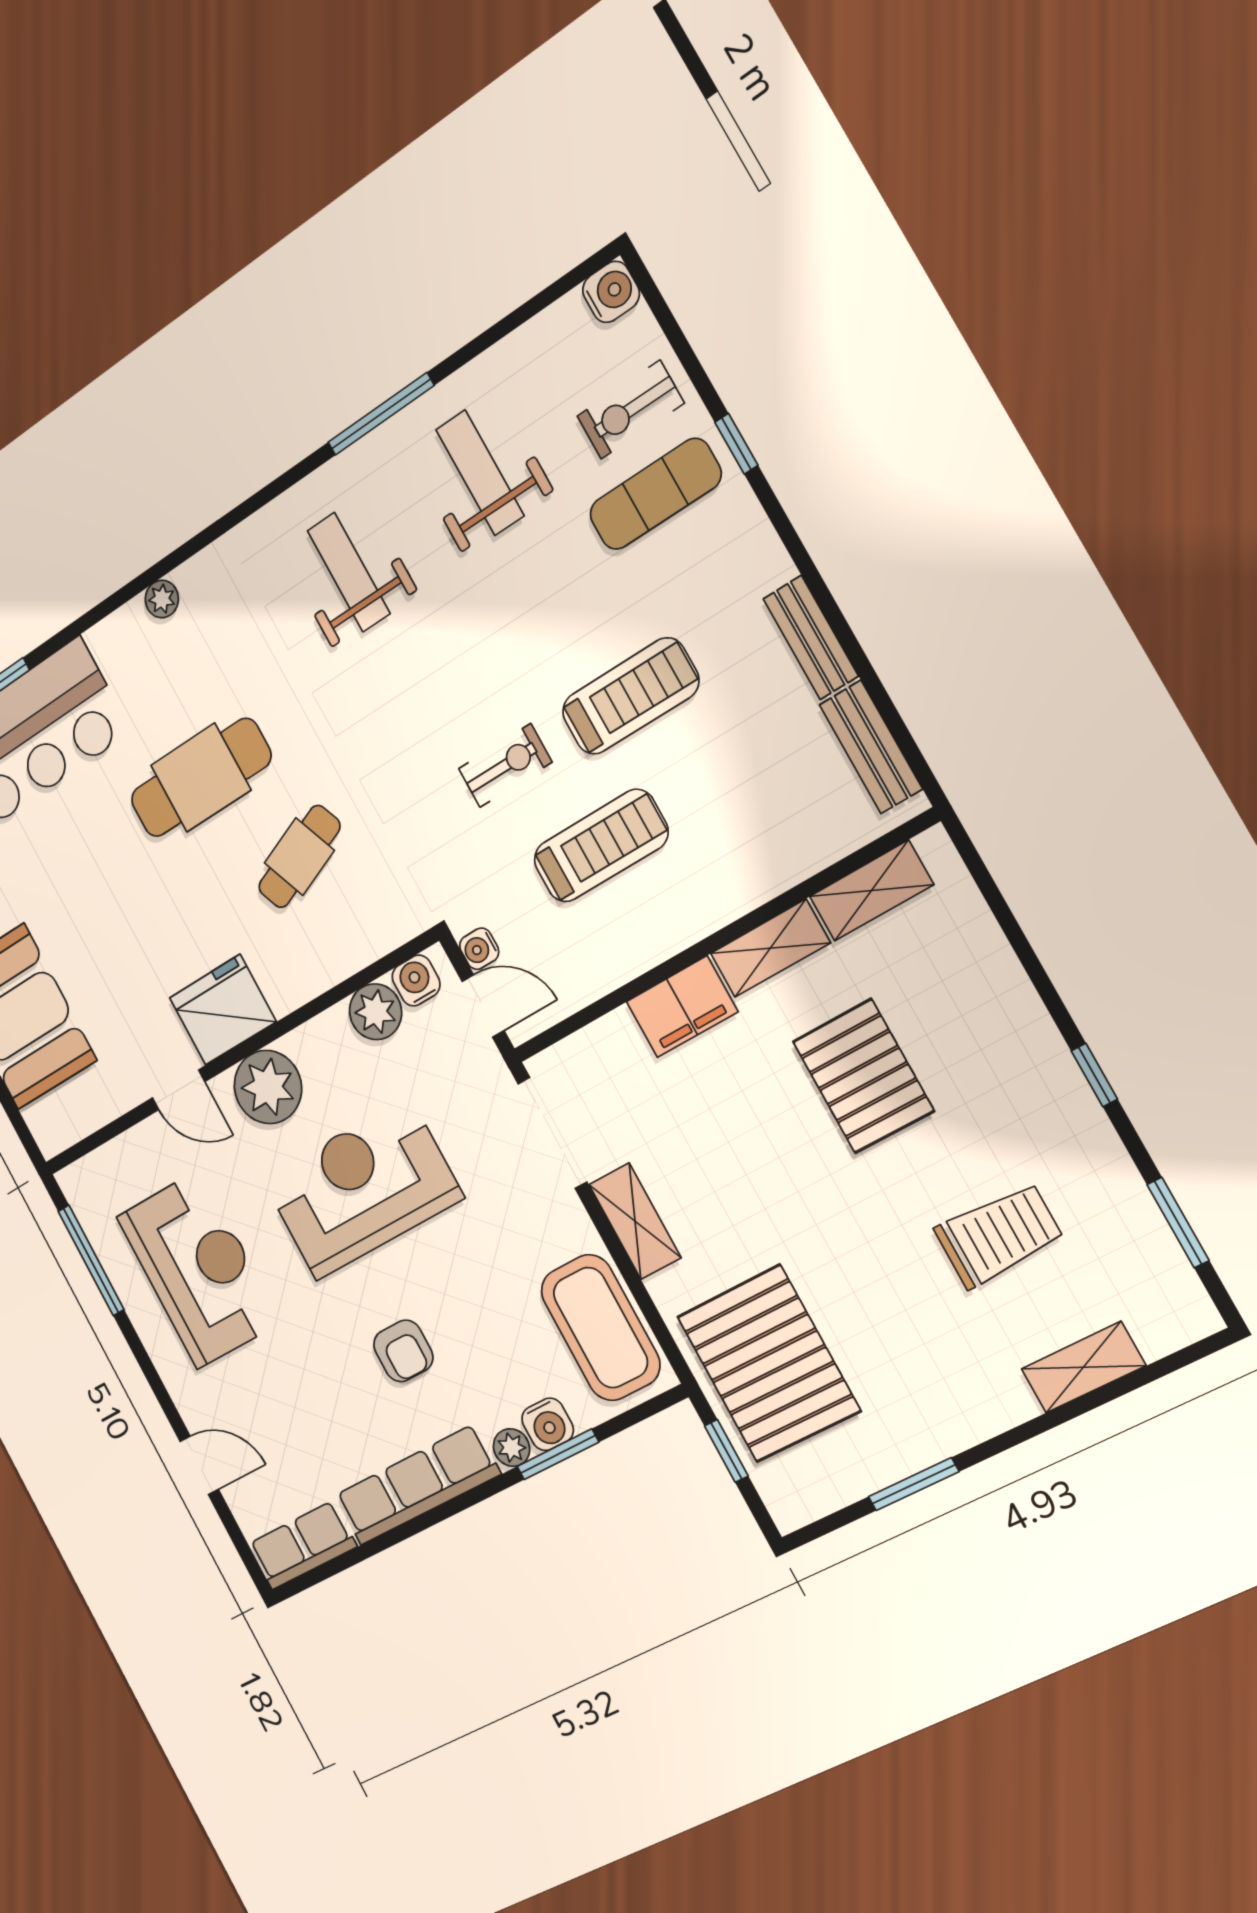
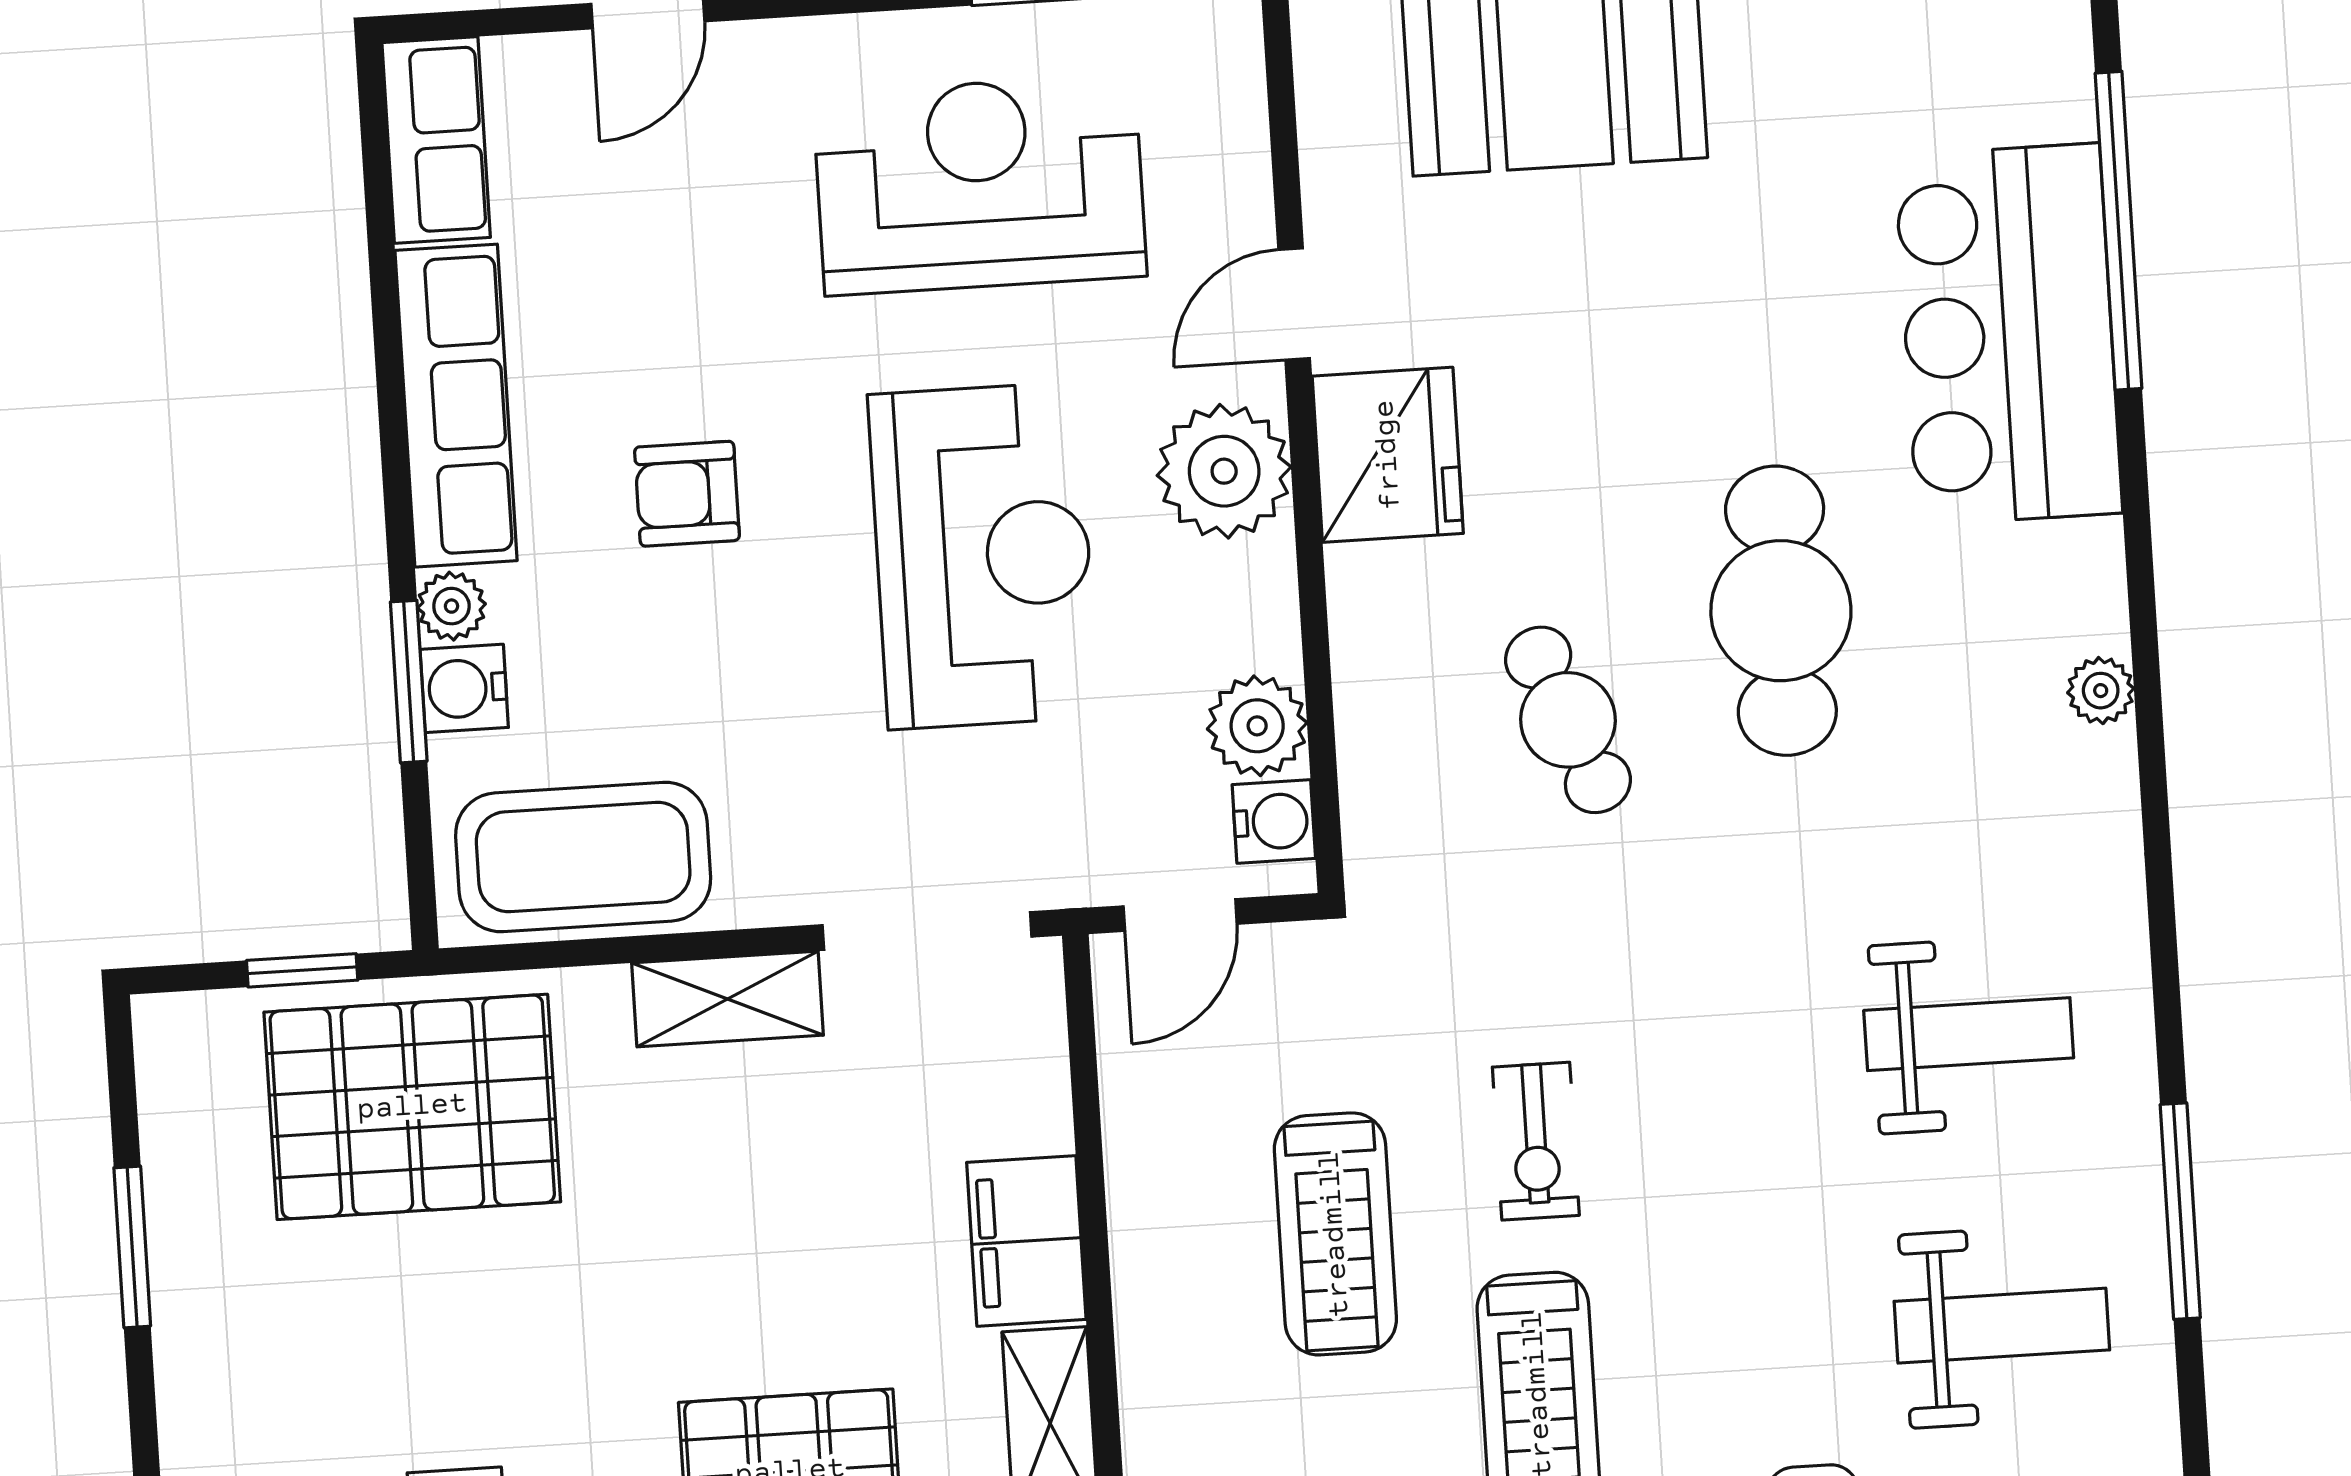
water cooler: (479, 949) -> (1273, 954), removed
reception desk: (198, 1269) -> (980, 185), turned 180

